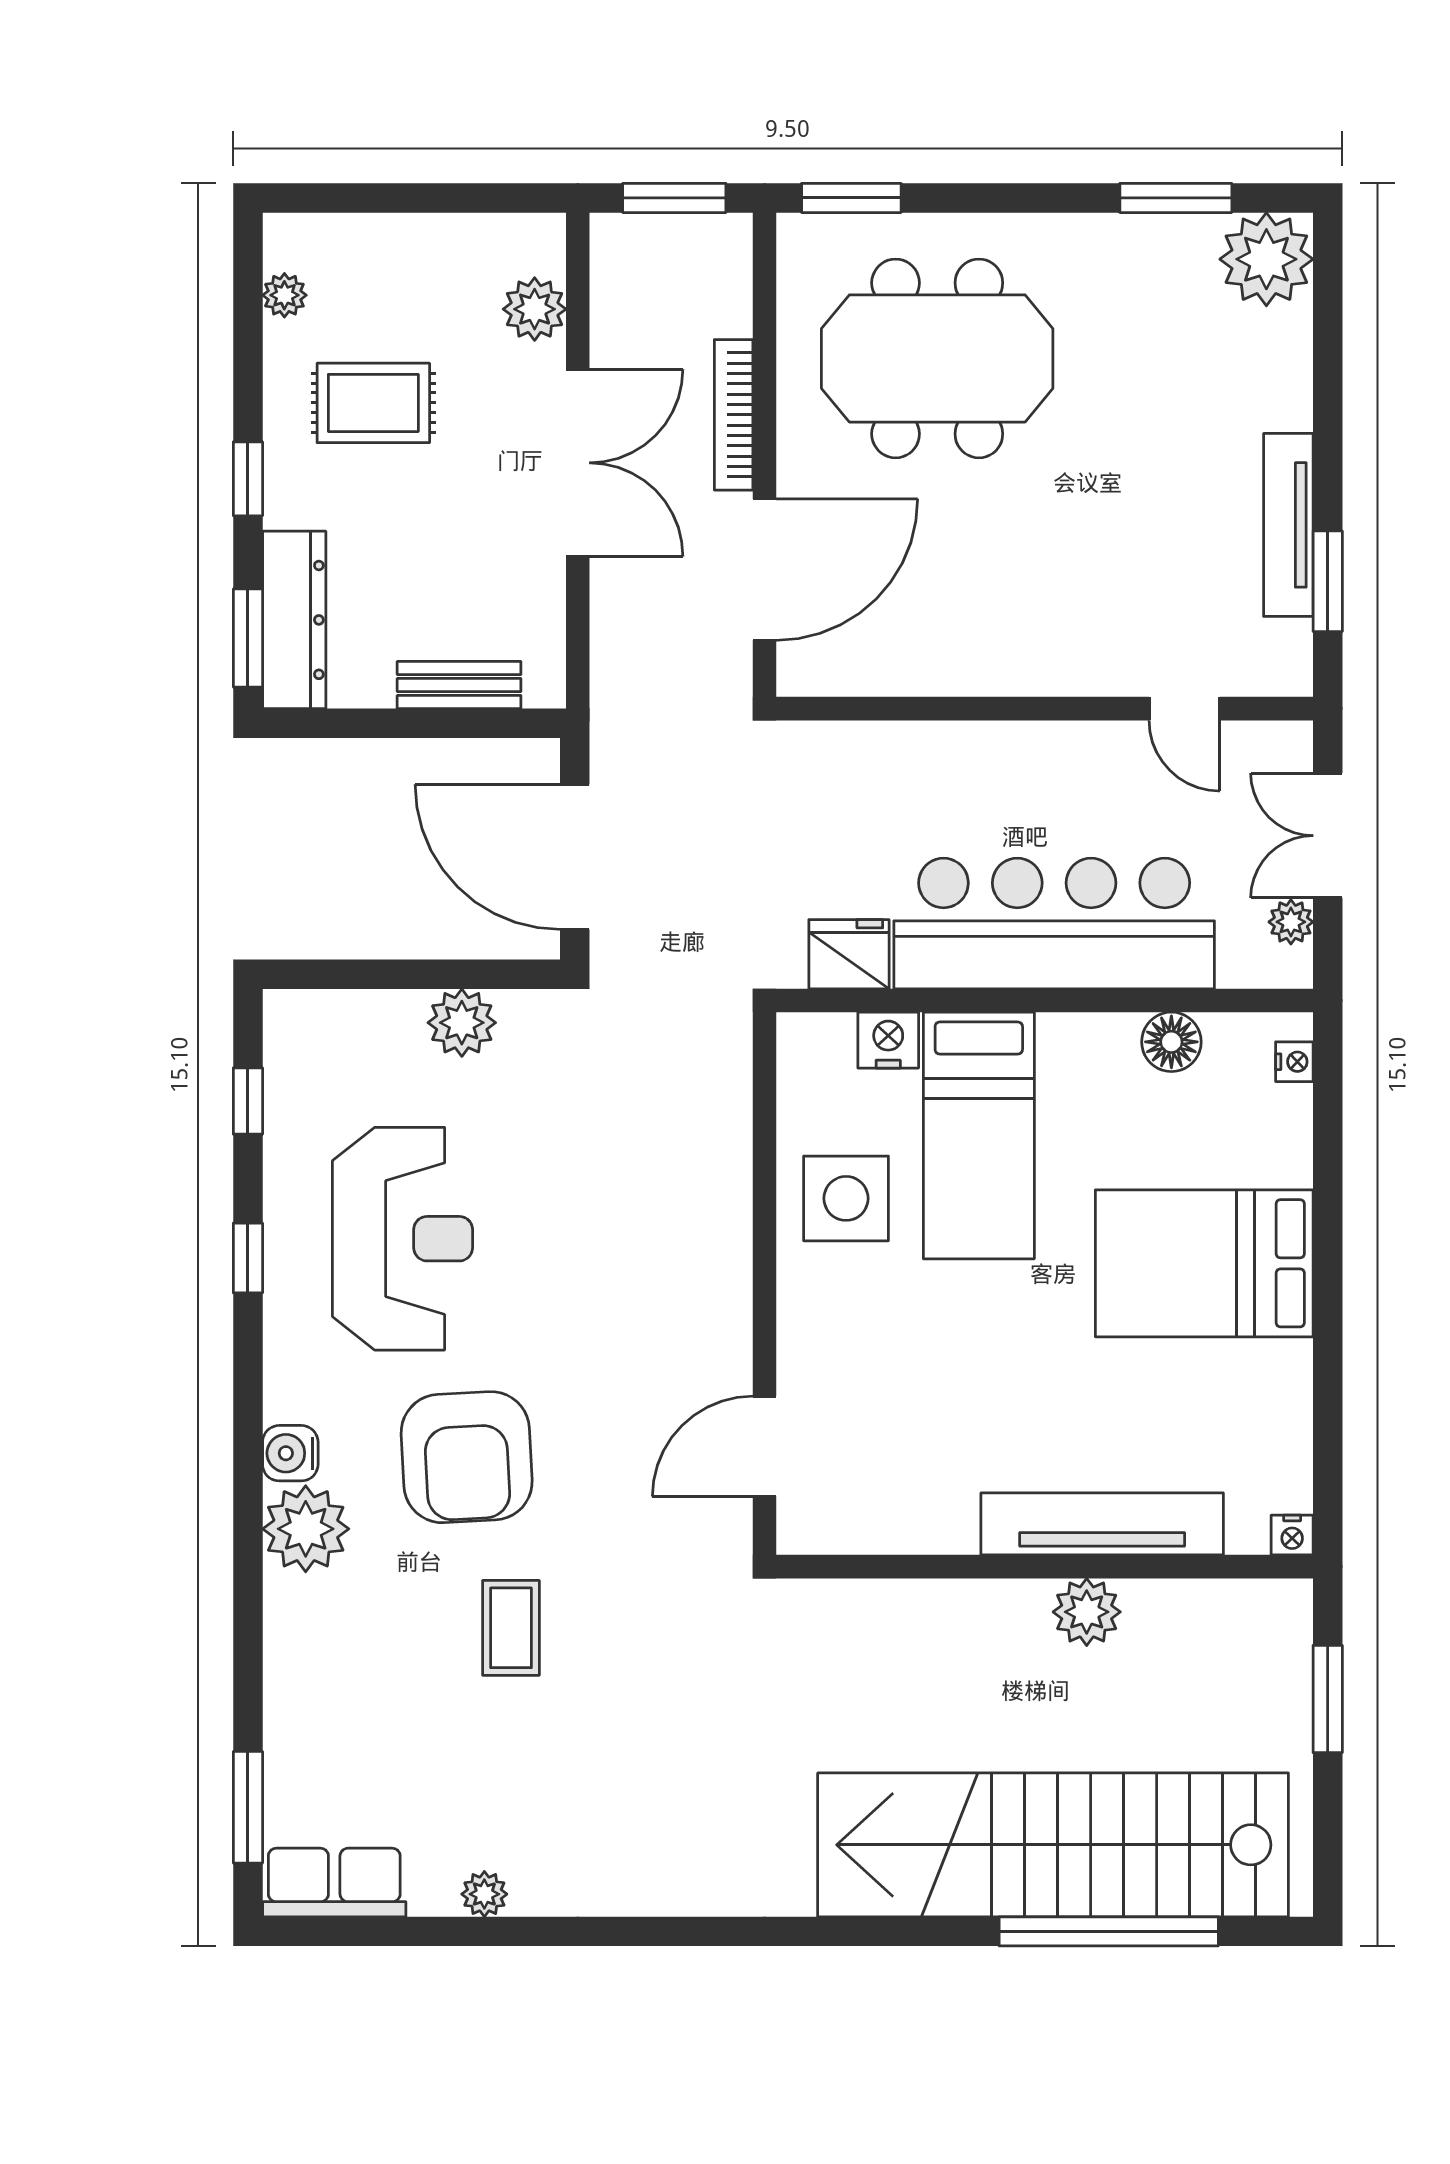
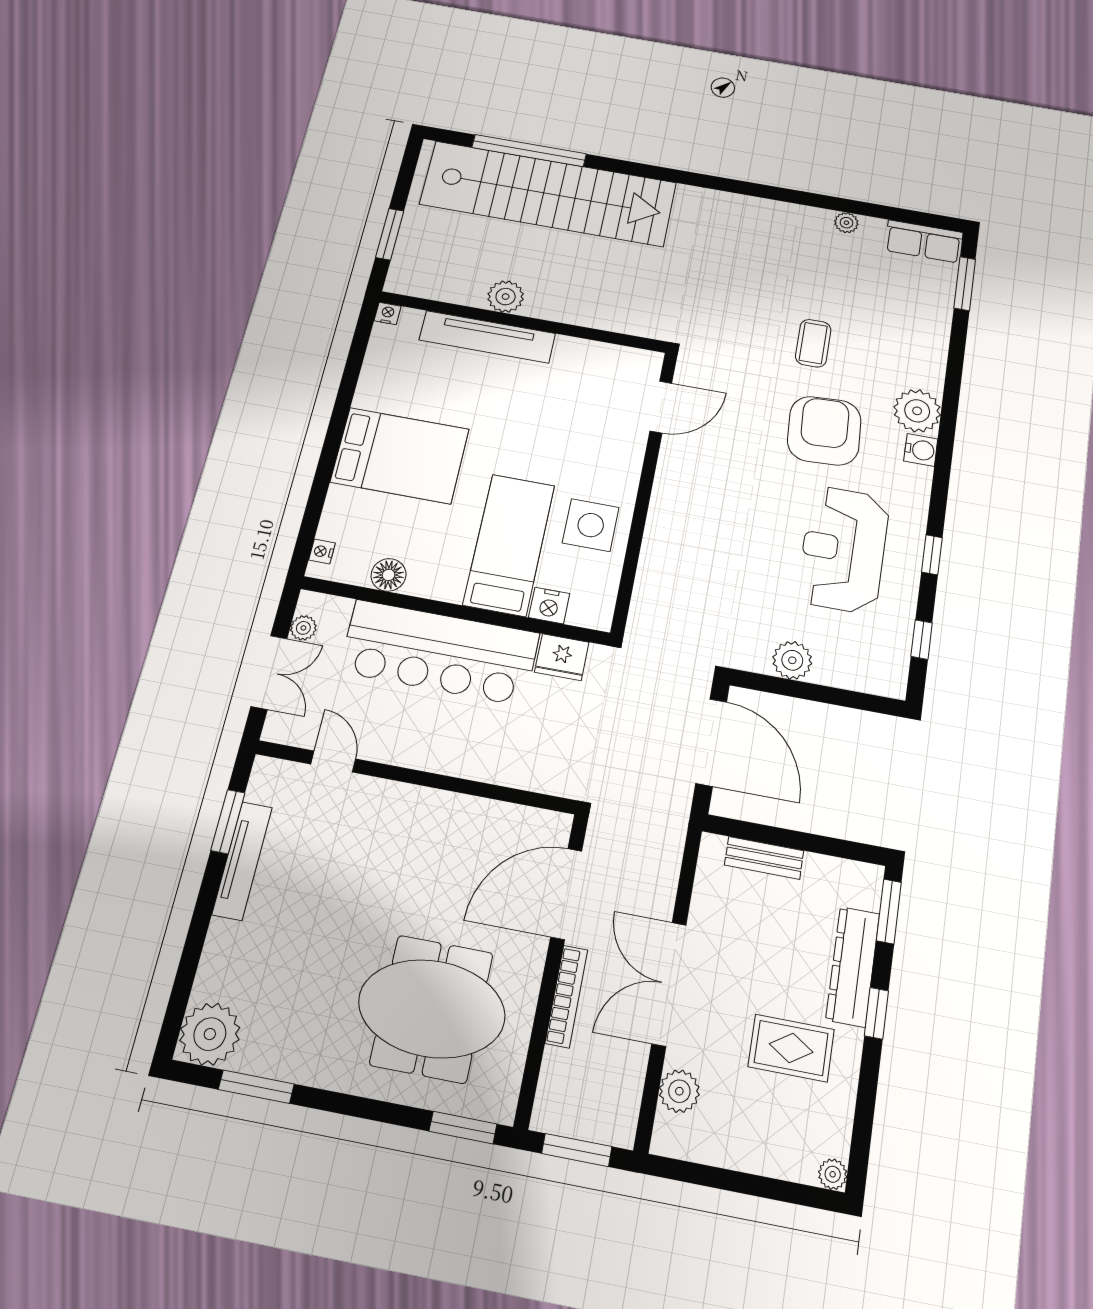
plant: (284, 295) -> (833, 1174), moved
dresser: (294, 620) -> (853, 966), moved

